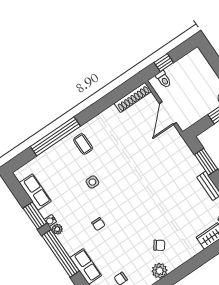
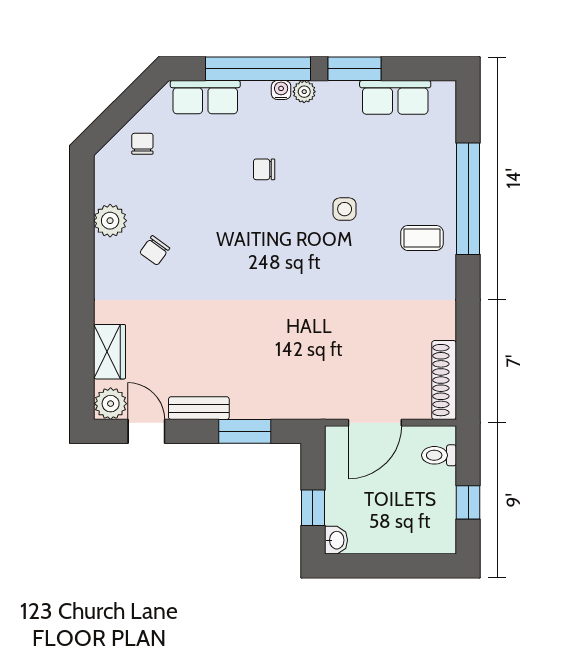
window: (164, 63) -> (468, 502), moved
door: (168, 113) -> (375, 423), swing flipped
water cooler: (50, 221) -> (281, 90), moved

